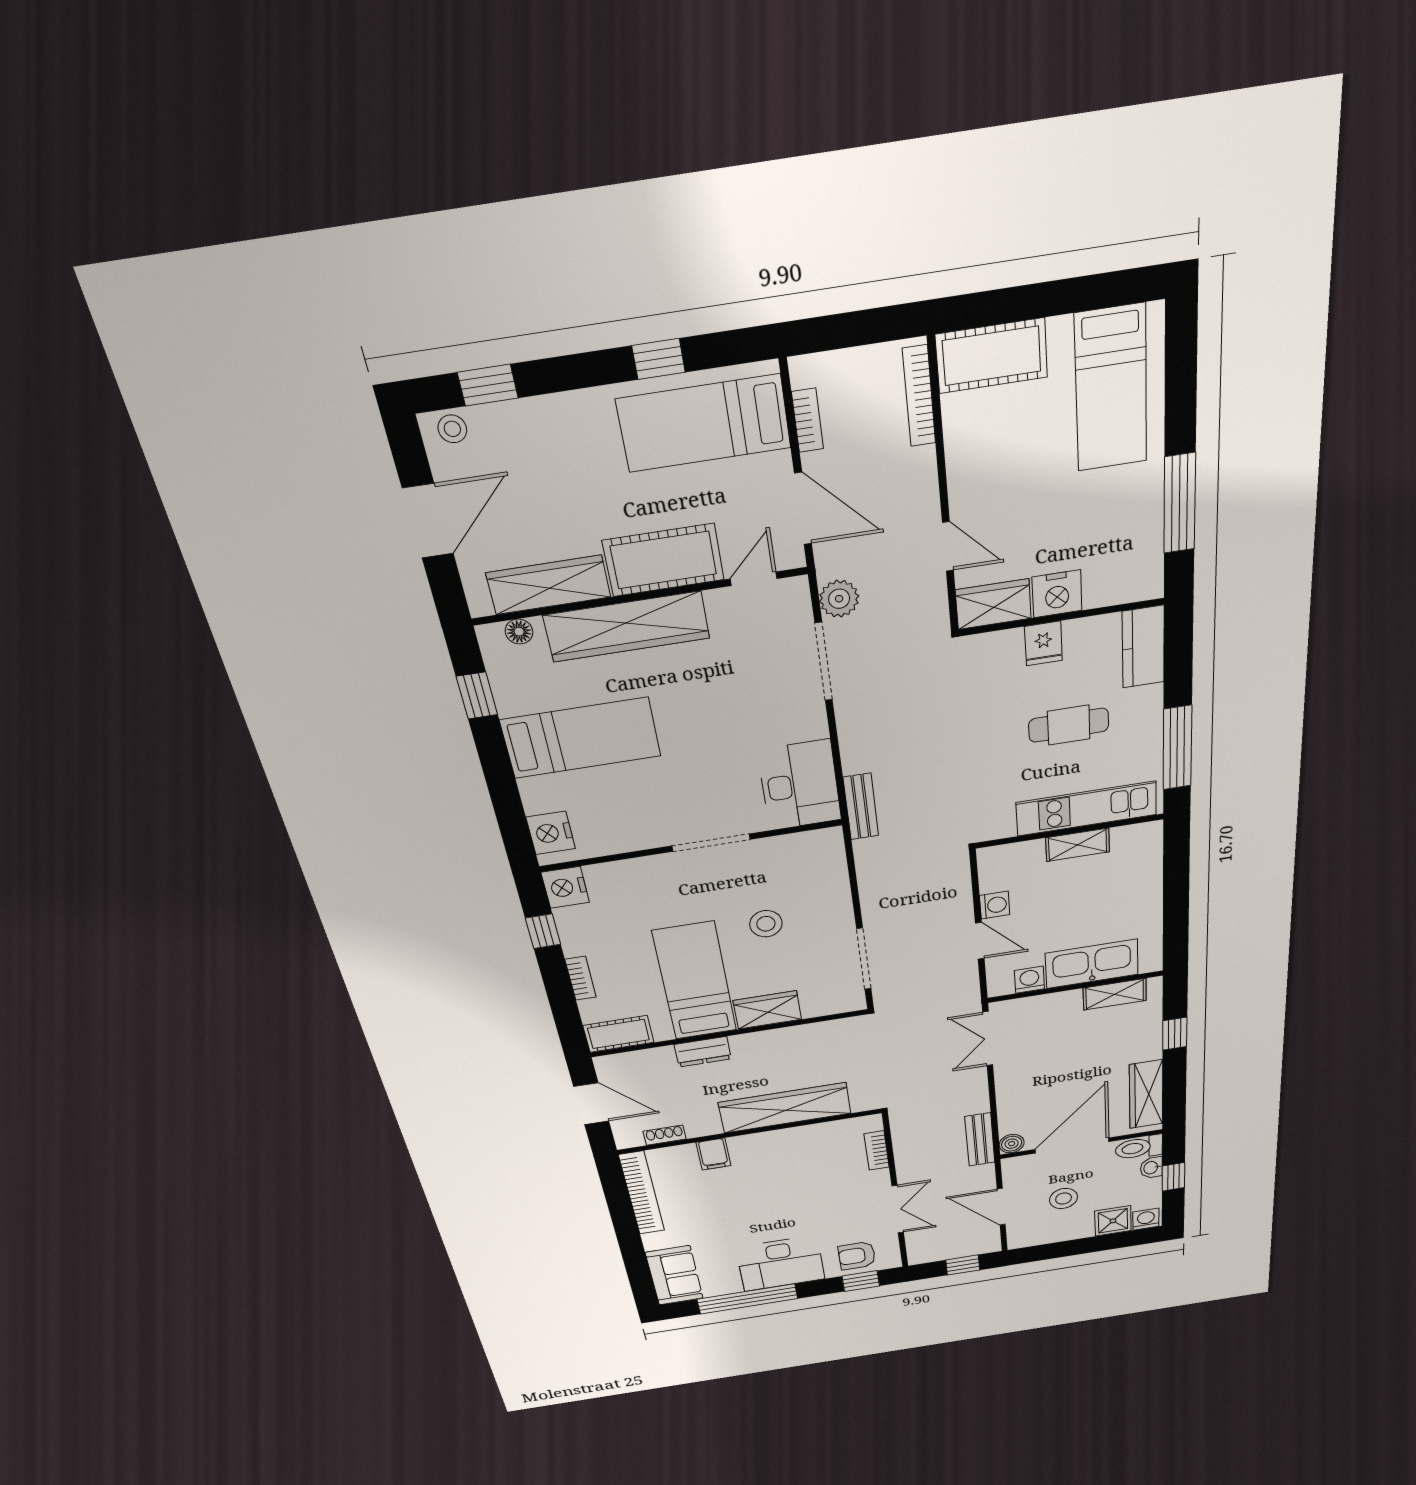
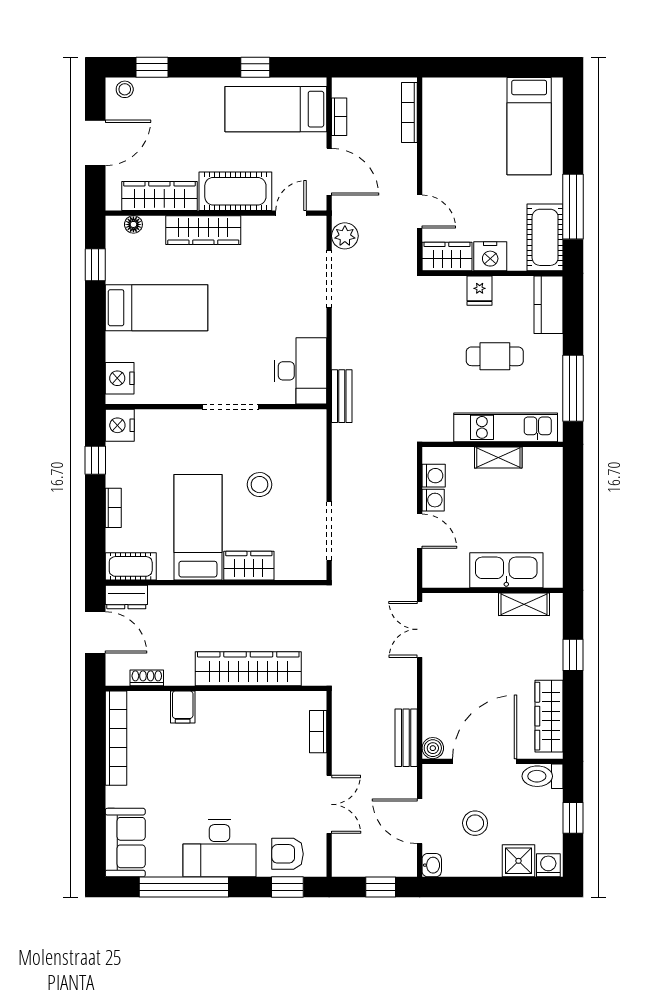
cot: (992, 356) -> (545, 237), moved, turned 90
wardrobe: (627, 627) -> (203, 230), width x0.71, depth x0.85
washing machine: (1029, 980) -> (434, 476), moved, turned 90
dresser: (703, 1052) -> (126, 597), moved
washbasin: (1151, 1168) -> (432, 865), moved, turned 180

